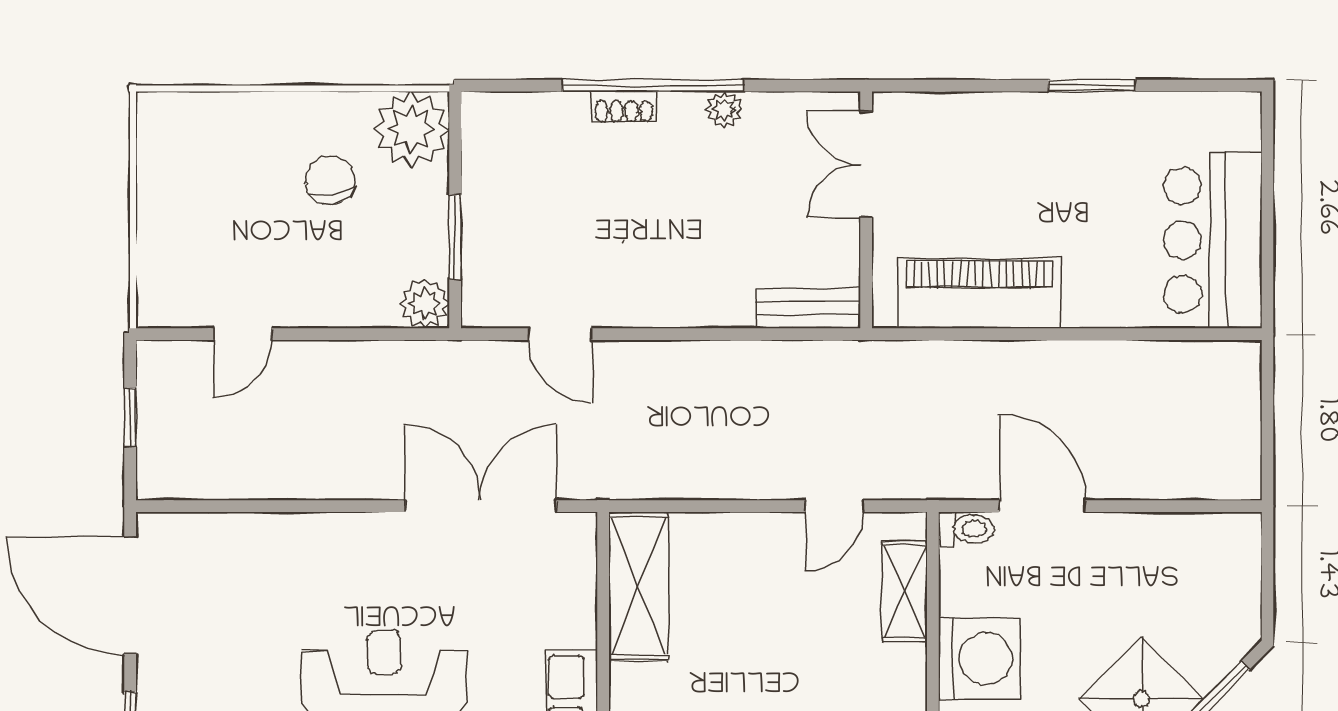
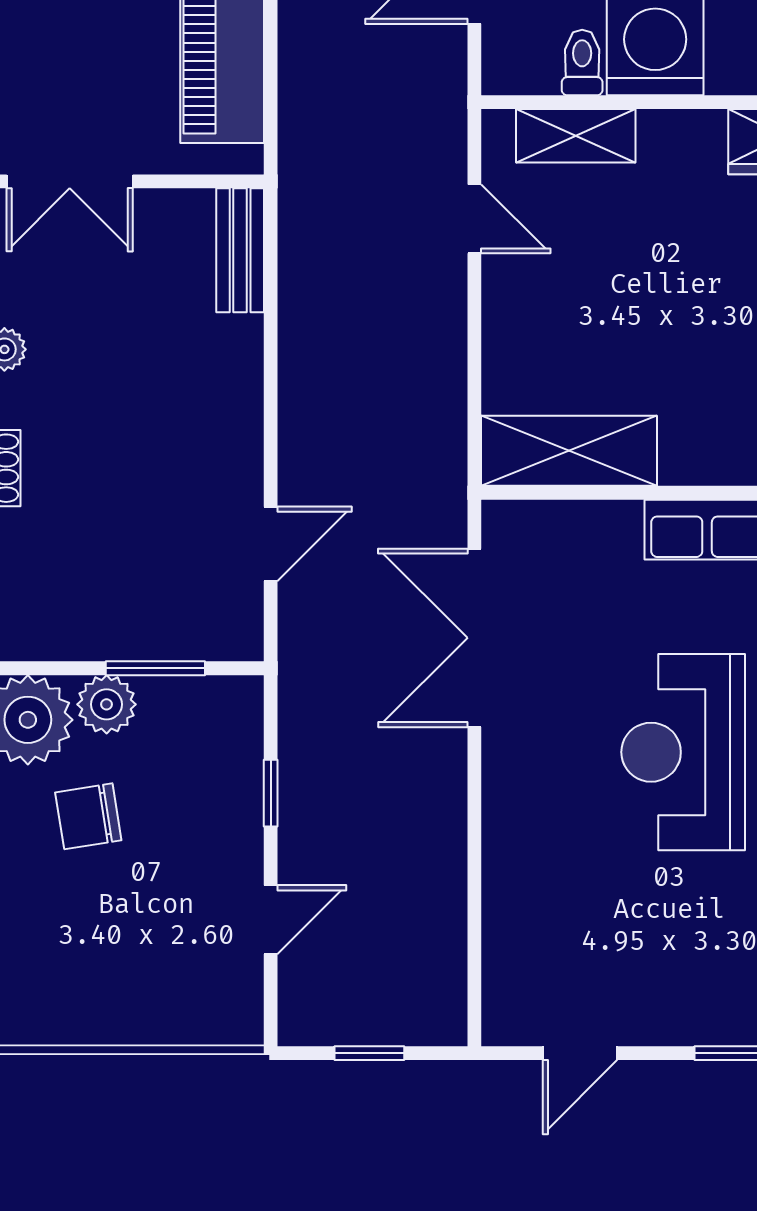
plant: (425, 304) -> (107, 704), moved
door: (243, 334) -> (271, 920), hinge flipped
window: (350, 334) -> (271, 793), added
toilet: (966, 529) -> (582, 62), moved
door: (130, 595) -> (580, 1053), width x0.53

